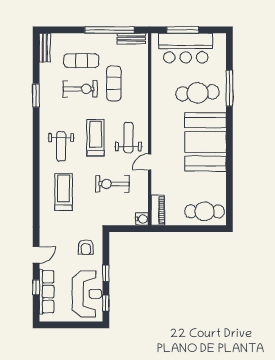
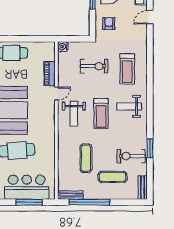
exercise bike: (80, 89) -> (131, 156), moved
weight bench: (61, 146) -> (129, 106), turned -90
exercise bike: (112, 184) -> (94, 66), moved
piano: (158, 210) -> (50, 74), moved

